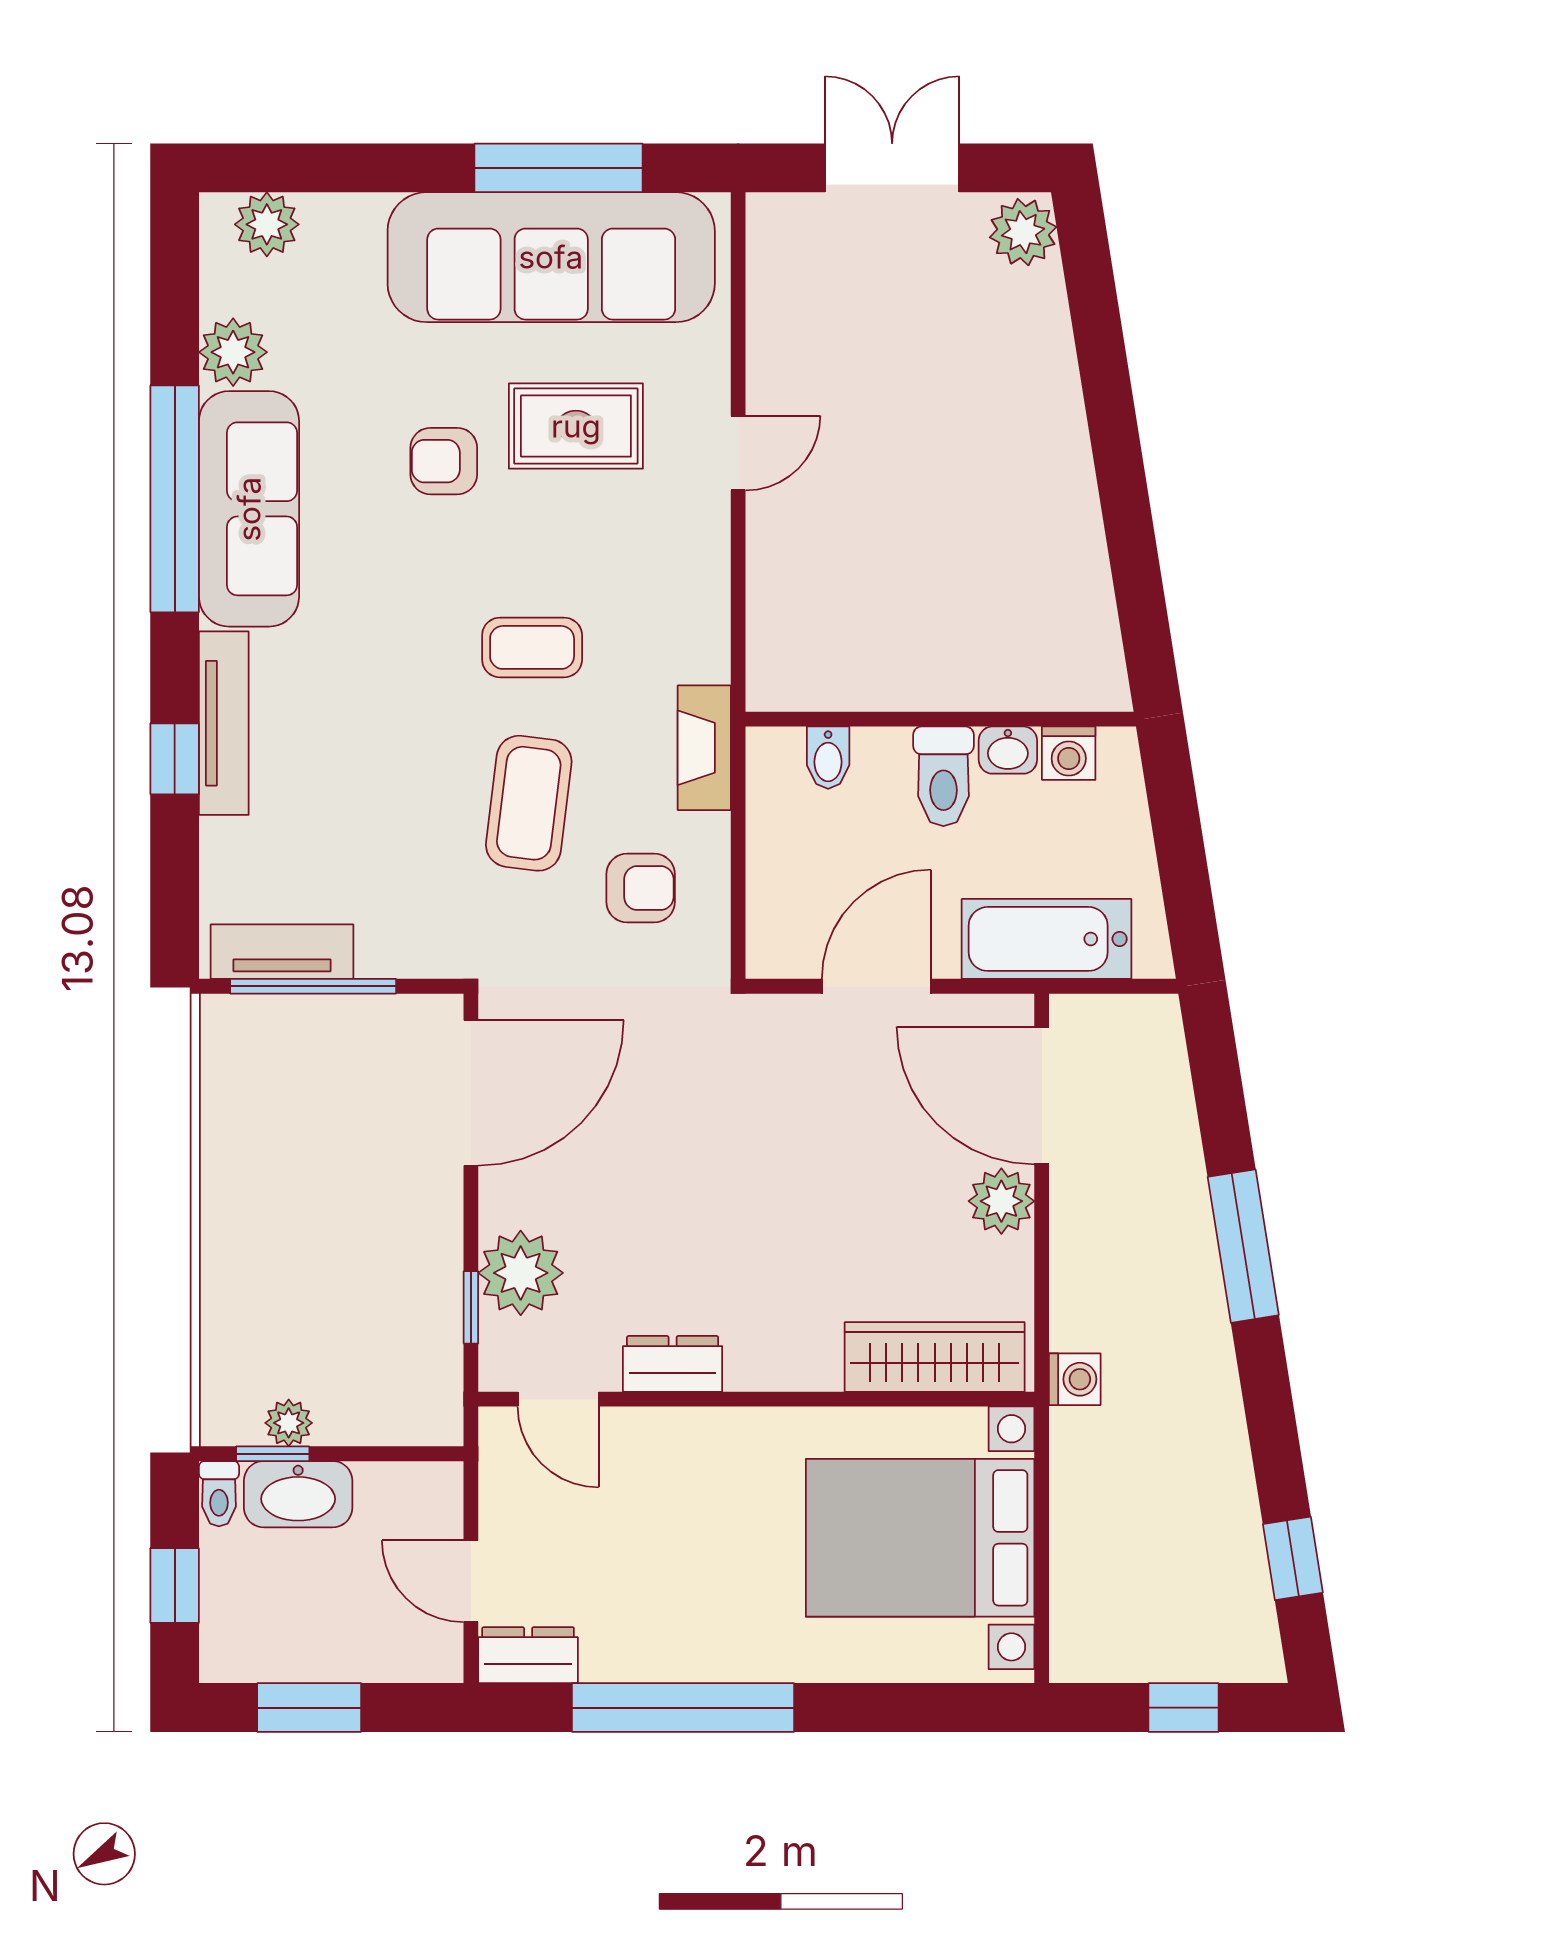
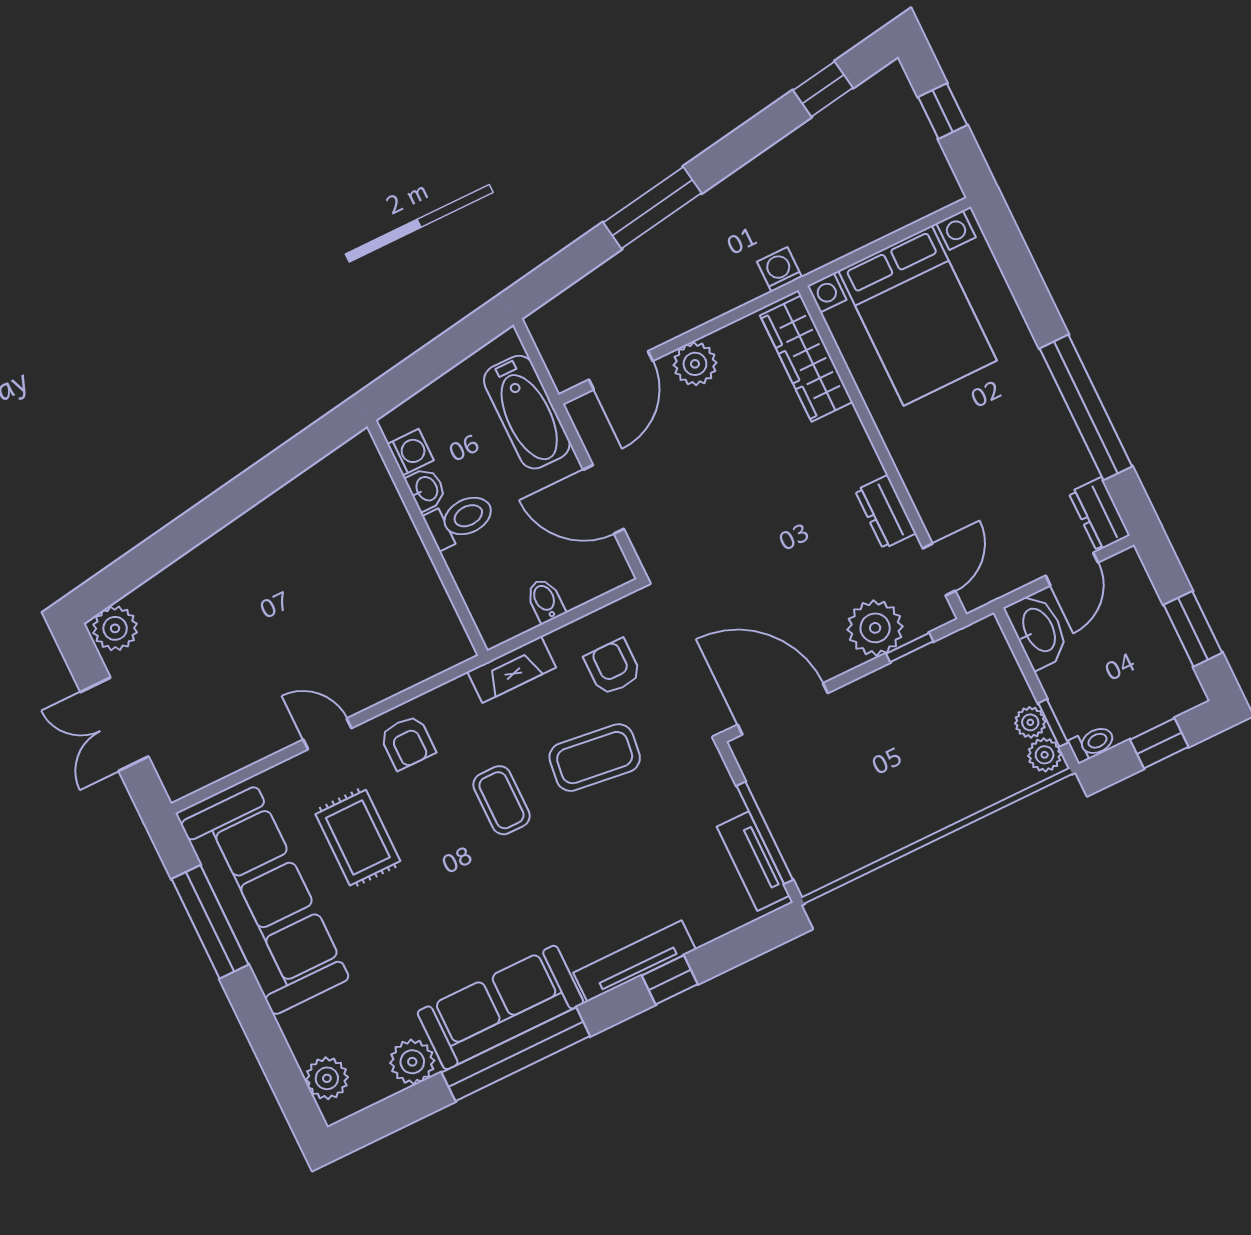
armchair: (444, 461) -> (407, 742), moved
bidet: (828, 758) -> (545, 600), moved, turned -90
door: (1042, 1095) -> (621, 370), width x0.73
plant: (235, 1421) -> (1045, 755), added
washbasin: (298, 1494) -> (1038, 630), moved

